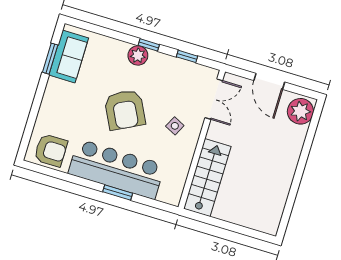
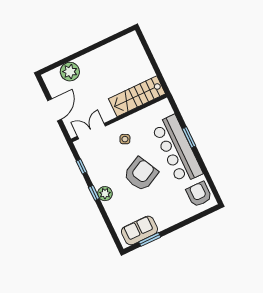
plant: (300, 111) -> (70, 72), moved

